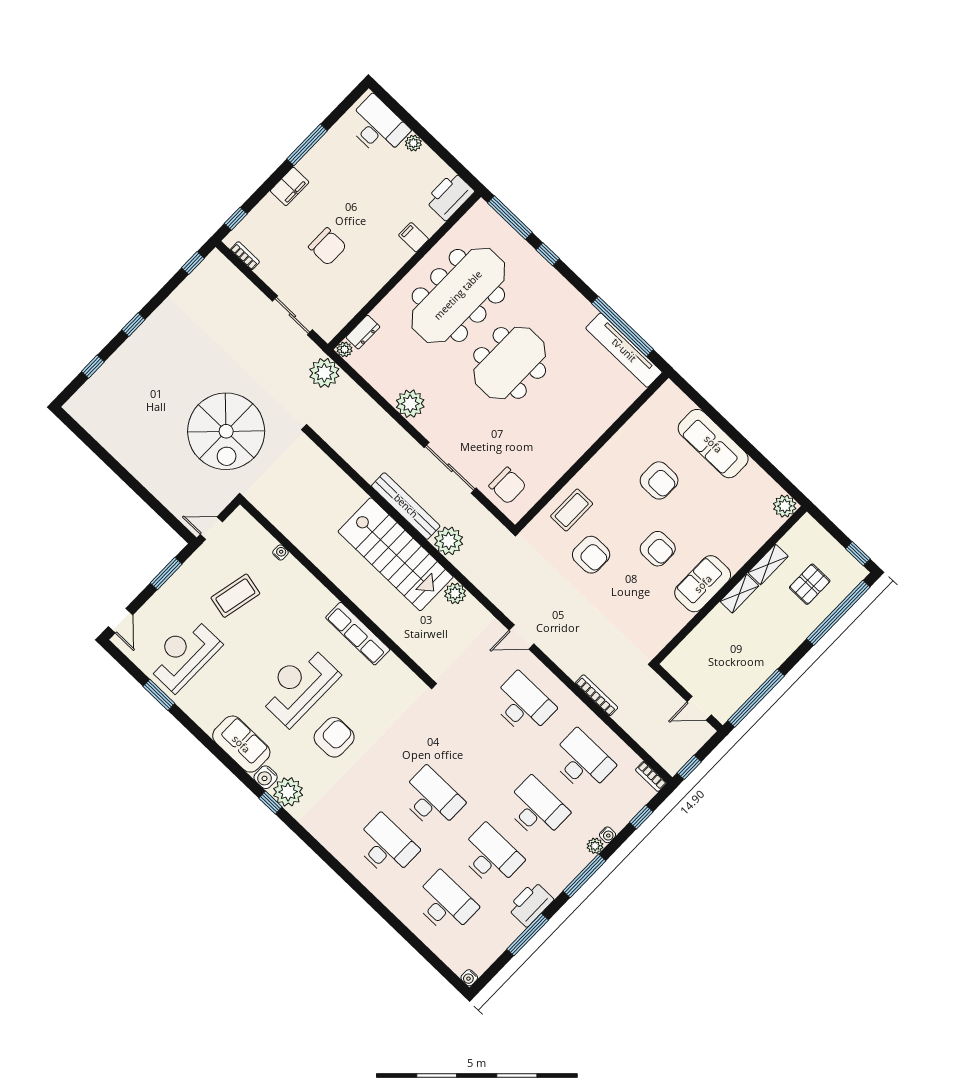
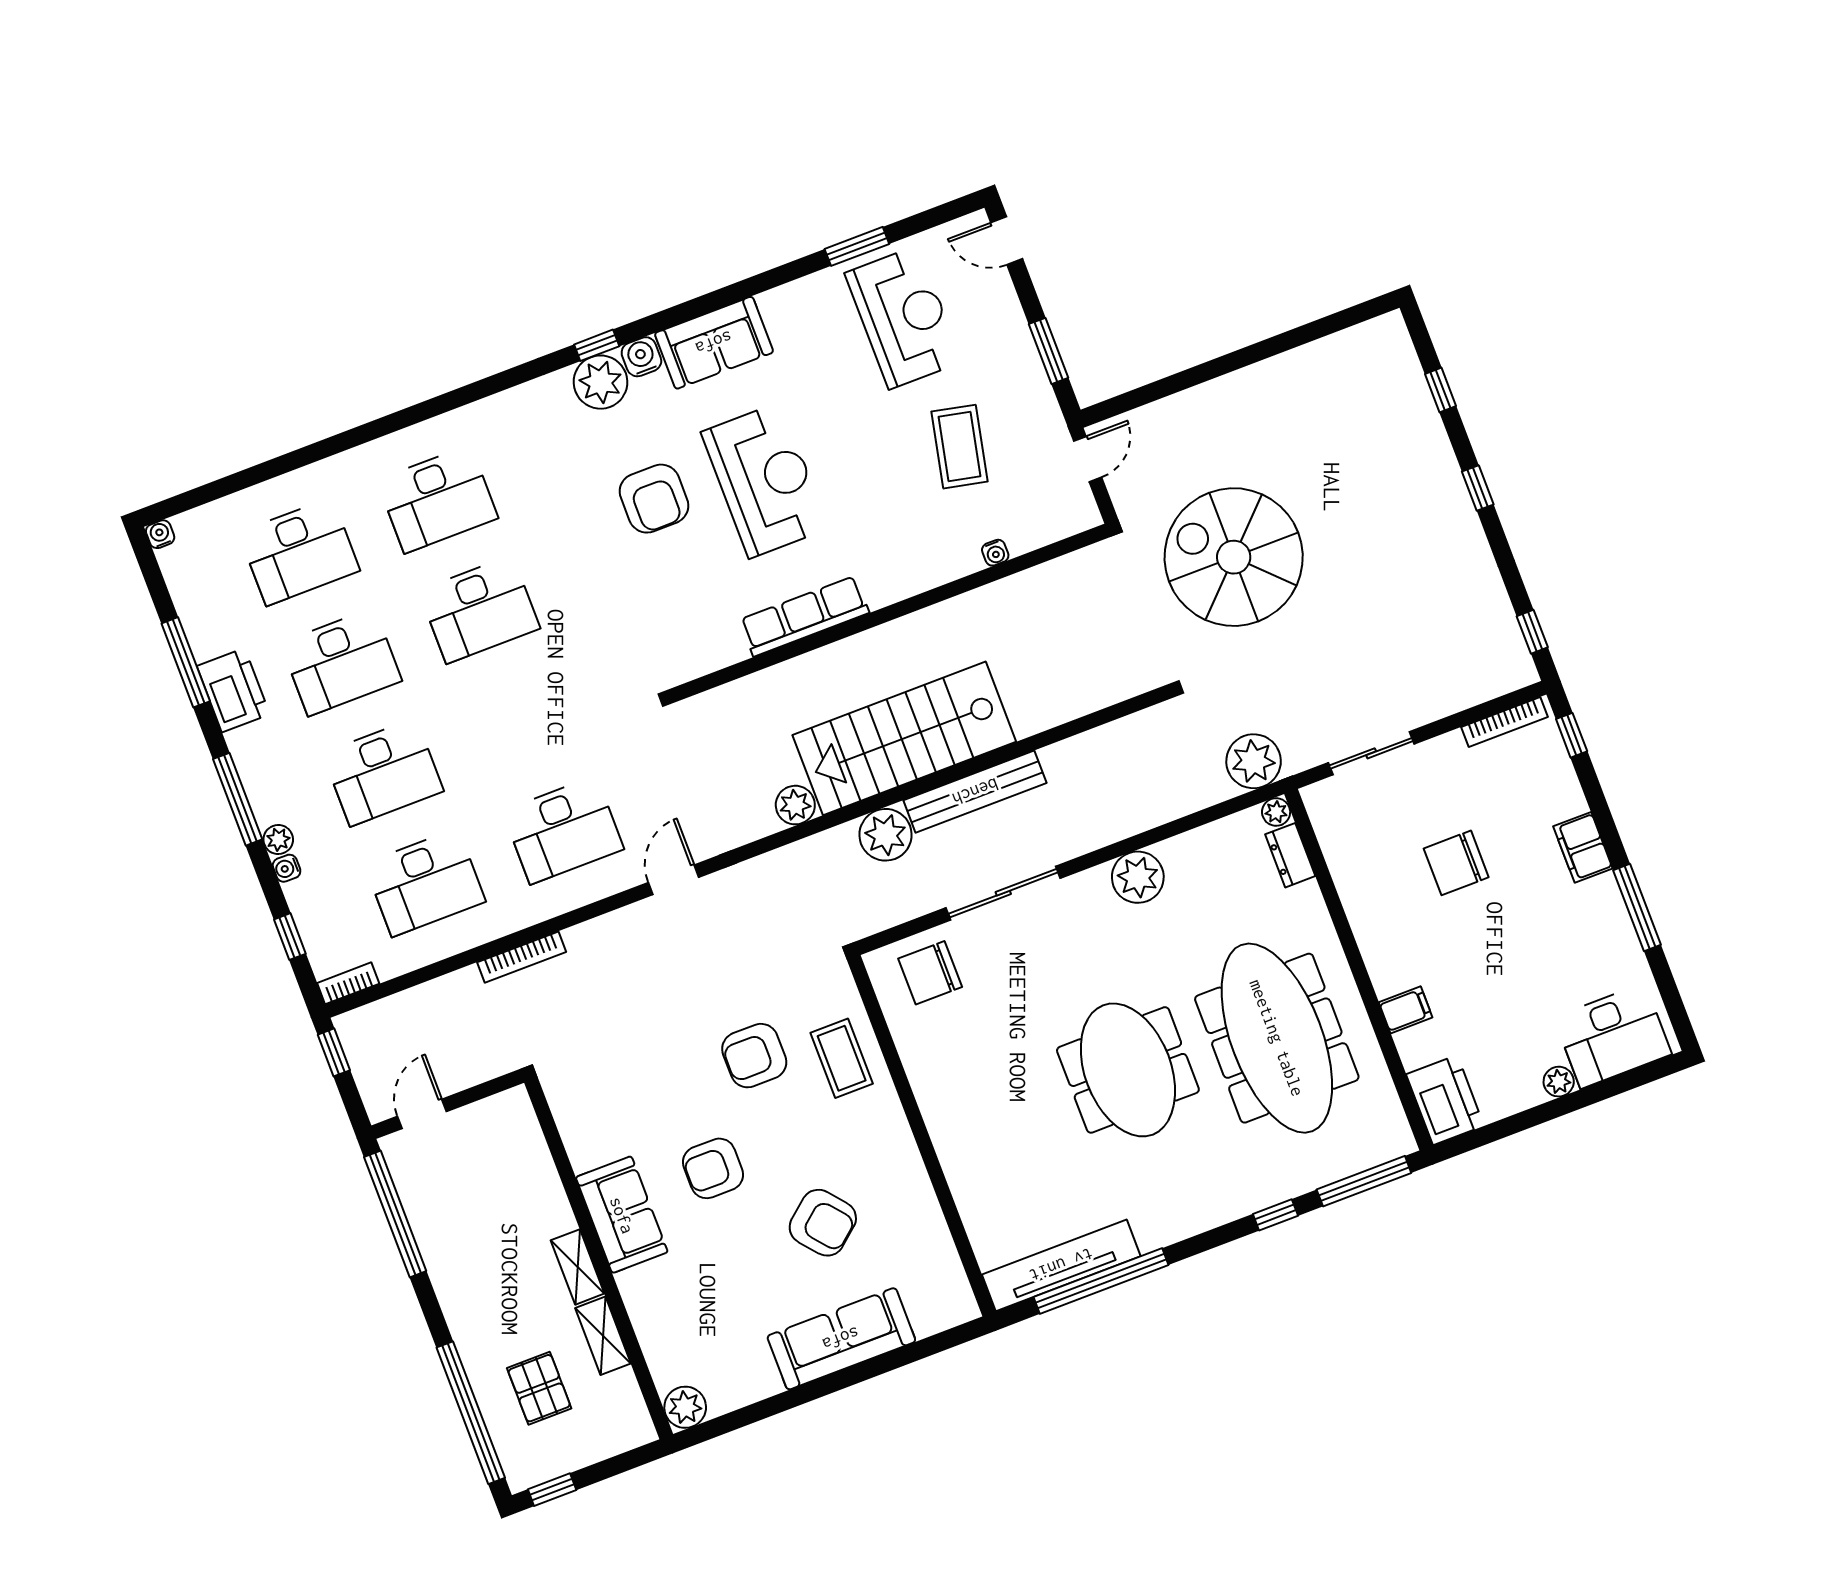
bookcase: (245, 256) -> (1504, 722), width x1.56
armchair: (659, 480) -> (823, 1223), turned -130

